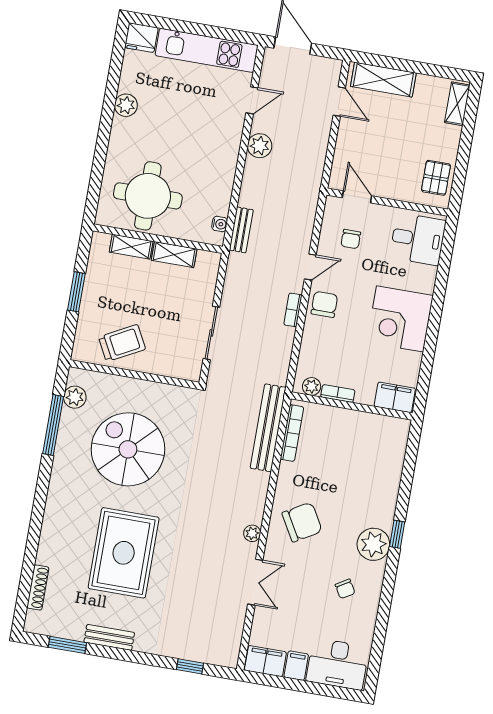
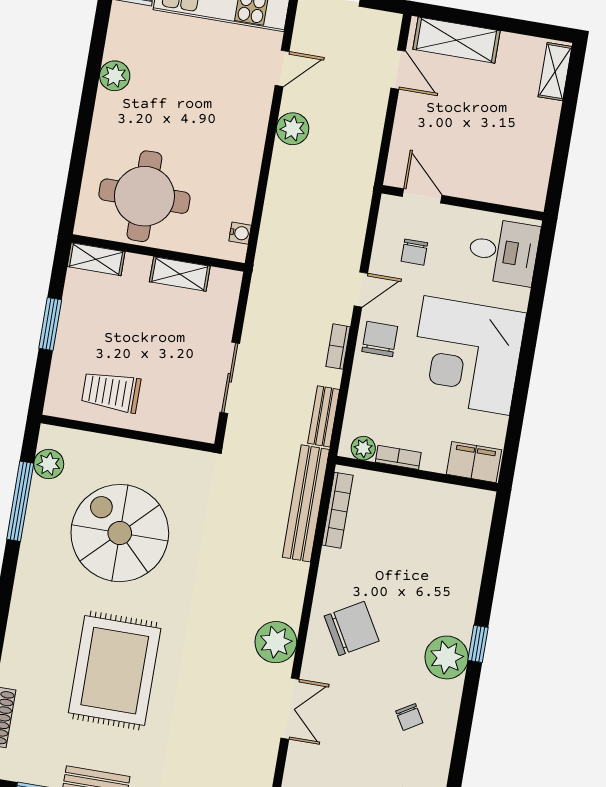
pallet: (436, 178) -> (527, 170), removed
bench: (241, 230) -> (324, 416), moved
shelving: (131, 247) -> (96, 259), moved
corner desk: (400, 319) -> (467, 356), width x1.36, depth x1.36
trolley: (122, 343) -> (111, 392), turned -152
plant: (252, 533) -> (276, 642), width x1.88, depth x1.88

